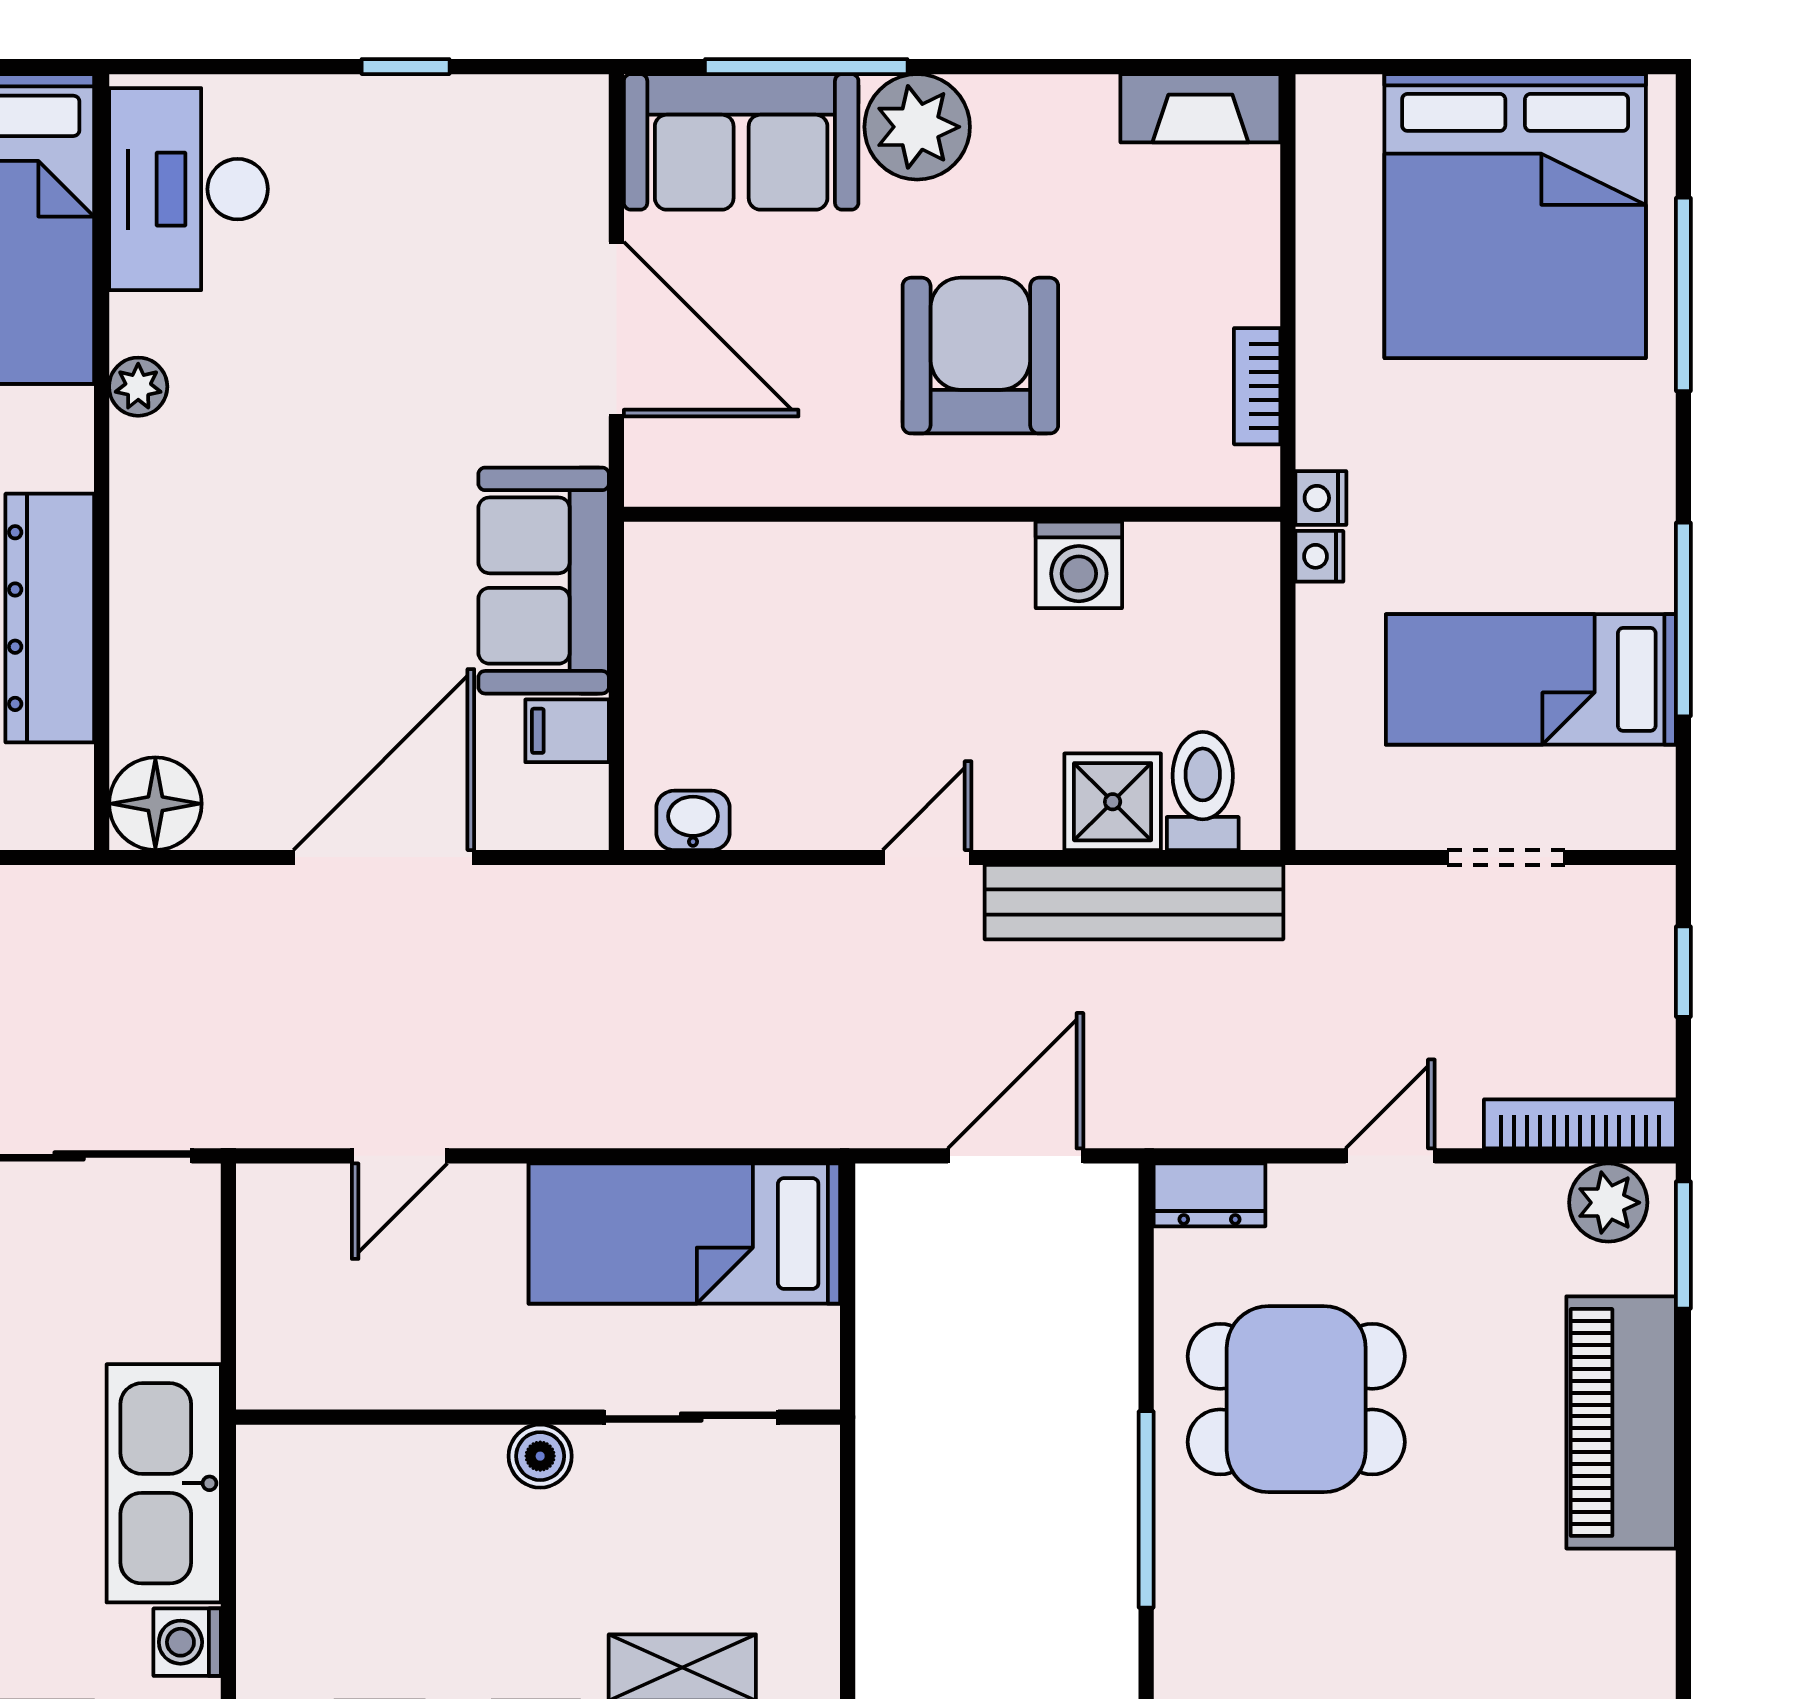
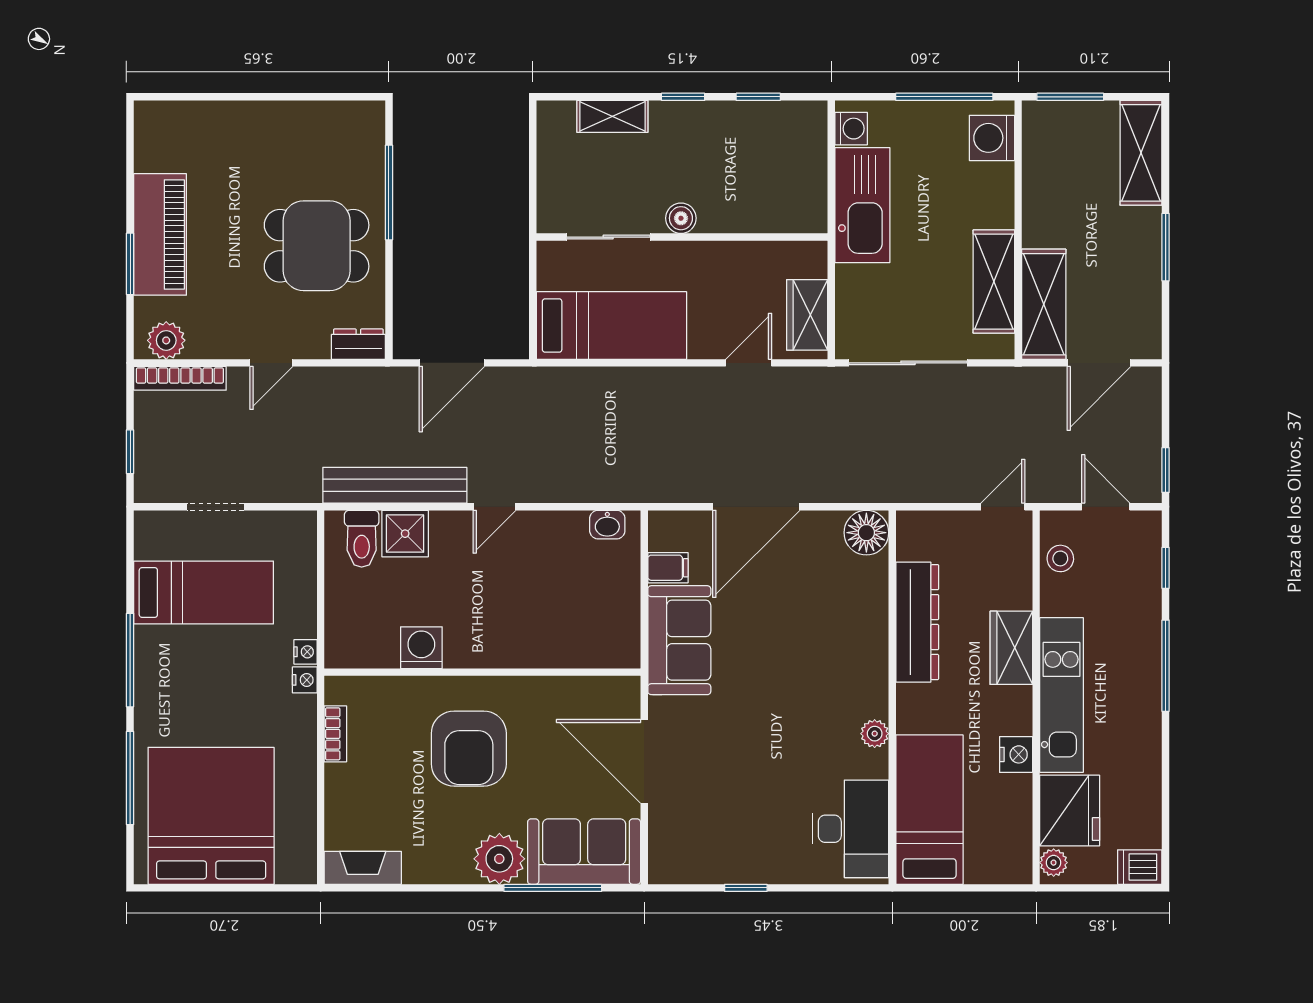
window: (1683, 619) -> (130, 660), moved
window: (1683, 1245) -> (130, 264), moved
wardrobe: (278, 1256) -> (807, 315), added

